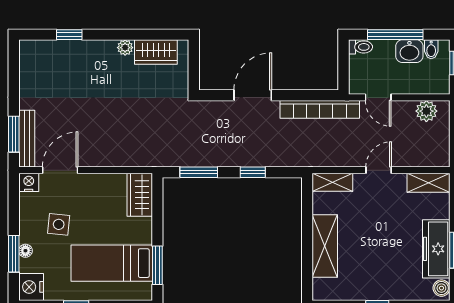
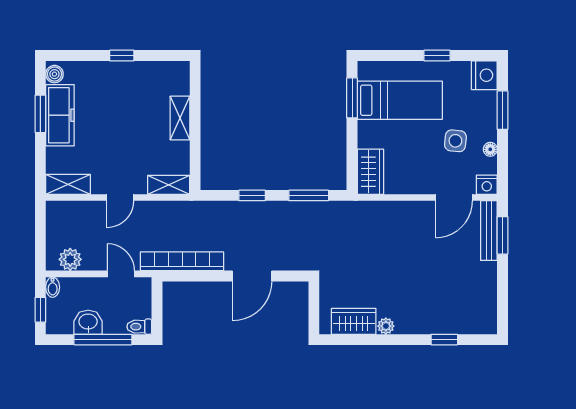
bidet: (431, 49) -> (53, 287), moved, turned 180
shelving: (325, 246) -> (180, 118), width x0.67, depth x0.75
floor lamp: (25, 251) -> (490, 149), moved

